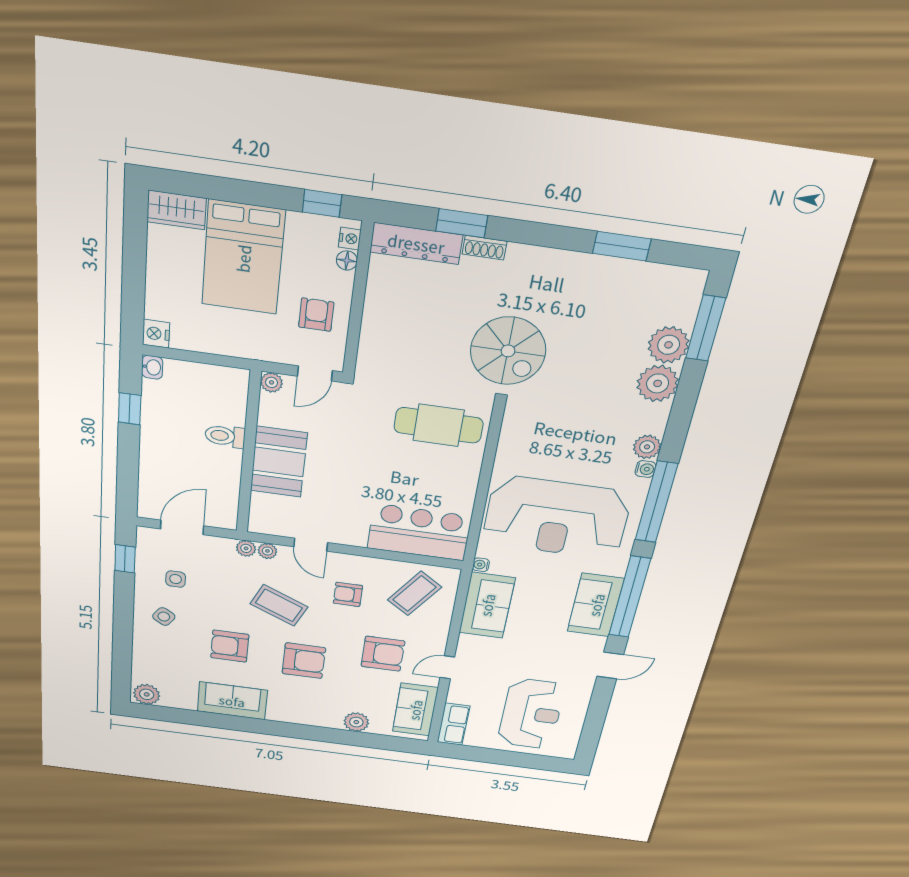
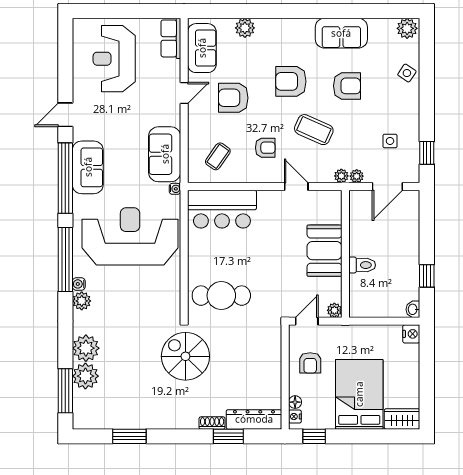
plant: (267, 551) -> (357, 176), moved
coffee table: (414, 593) -> (218, 156), width x0.73, depth x0.77
side table: (164, 617) -> (407, 73), moved

